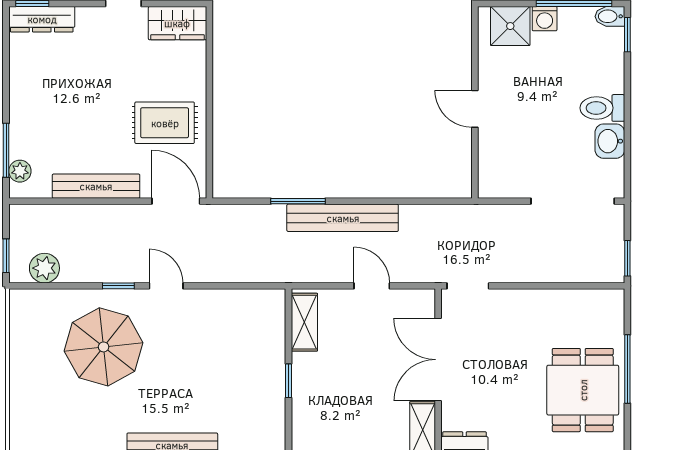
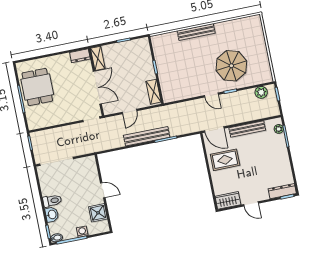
shower: (510, 26) -> (98, 213), moved
washbasin: (610, 141) -> (52, 215), moved
door: (372, 286) -> (130, 112), hinge flipped

